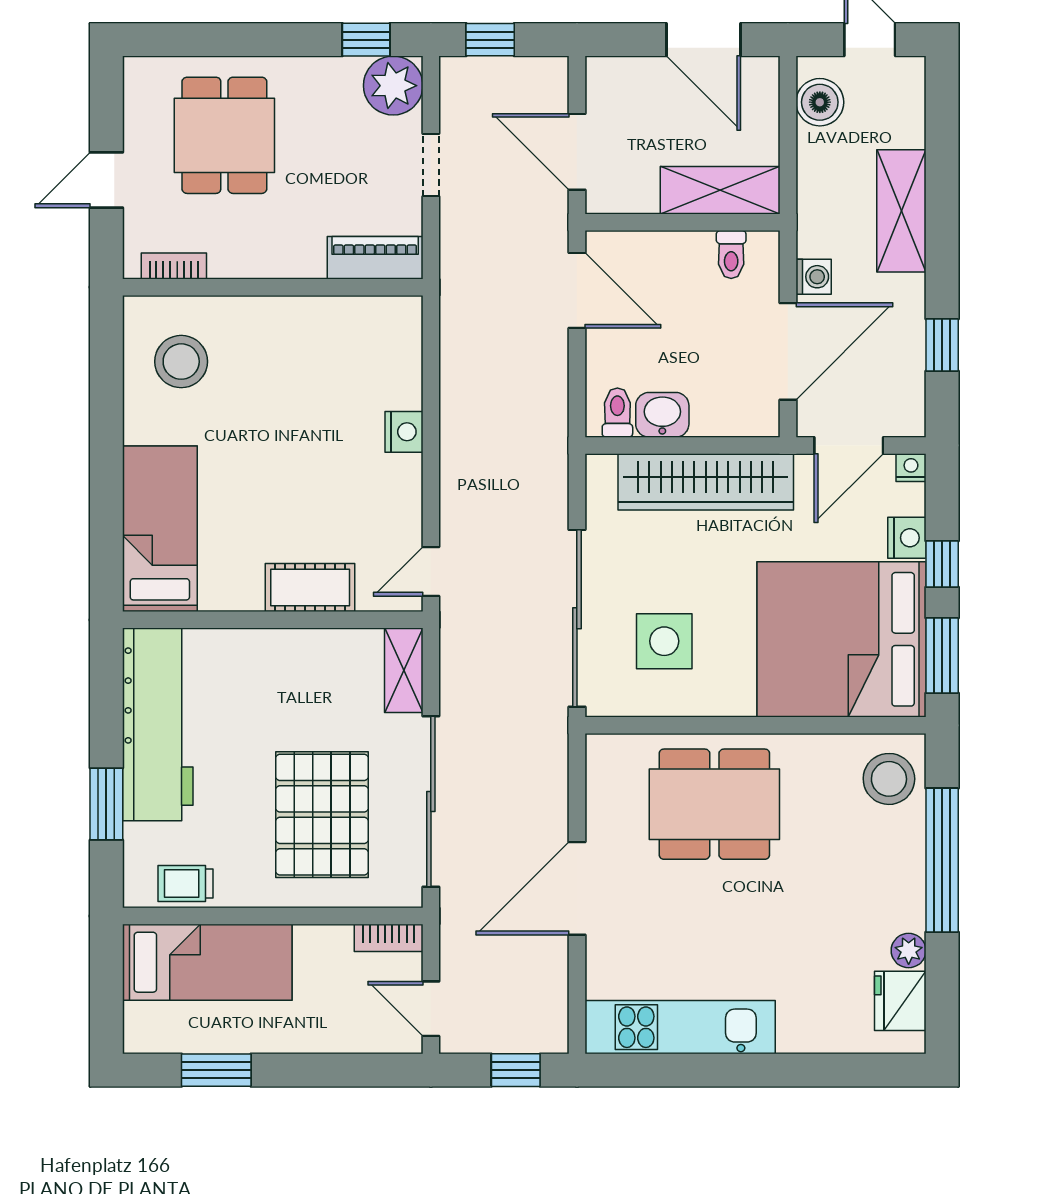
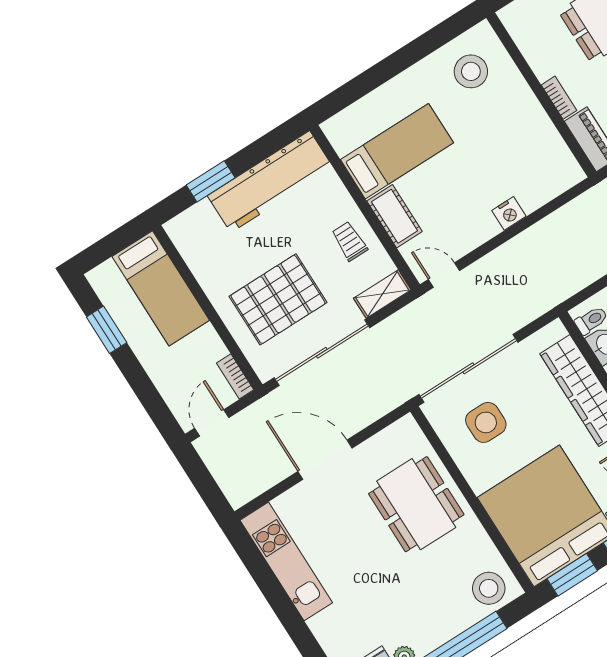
bookcase: (174, 266) -> (559, 98), moved
bed: (160, 529) -> (397, 151), moved
trolley: (186, 883) -> (350, 241), moved
window: (516, 1070) -> (208, 489), removed

